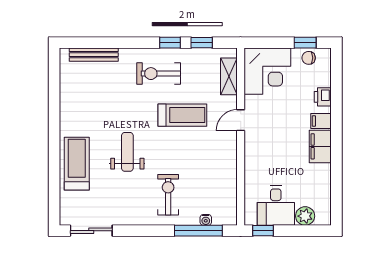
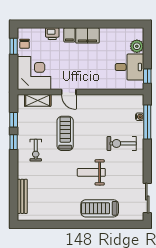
exercise bike: (159, 74) -> (36, 150), width x0.73, depth x0.72

